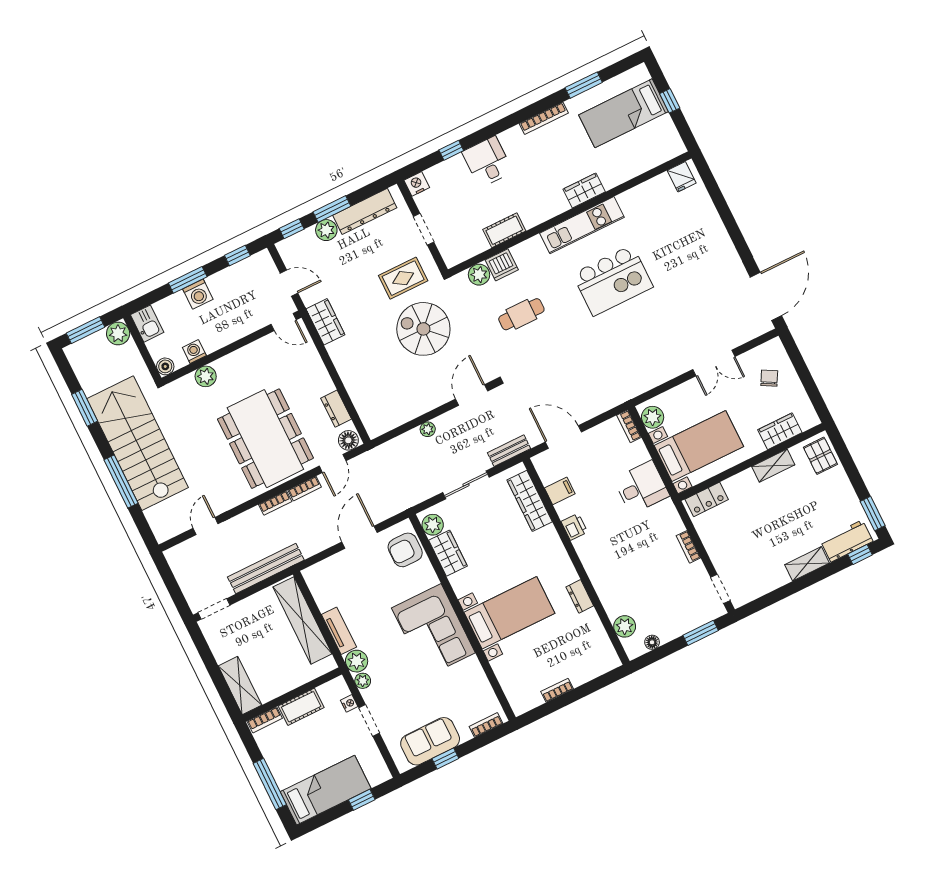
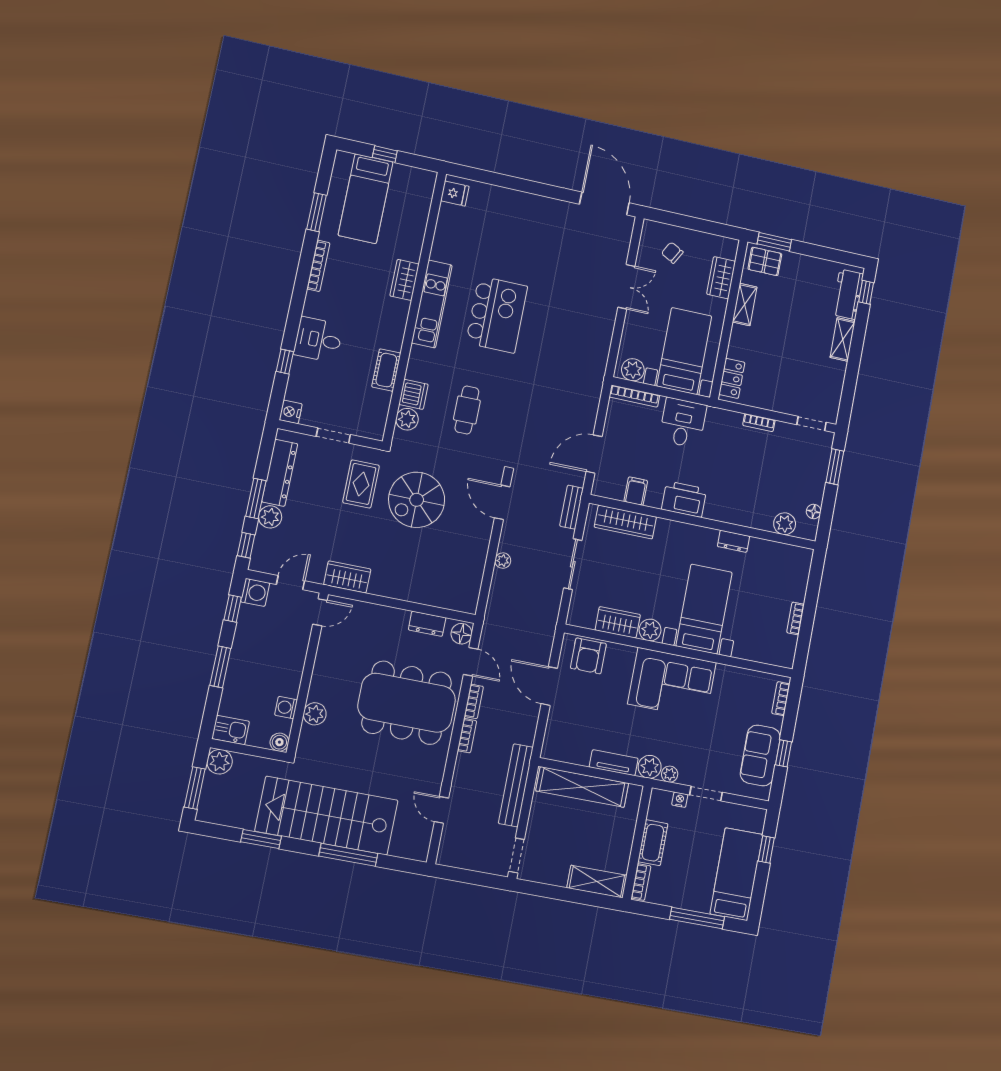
washing machine: (198, 294) -> (255, 592), moved
bookcase: (629, 426) -> (634, 396), width x1.56
window: (873, 513) -> (774, 242), moved
plant: (433, 525) -> (650, 630), moved
printer: (574, 527) -> (684, 499), width x1.87, depth x1.48

